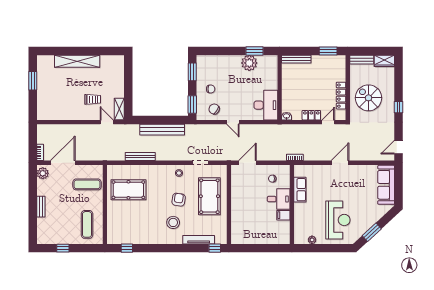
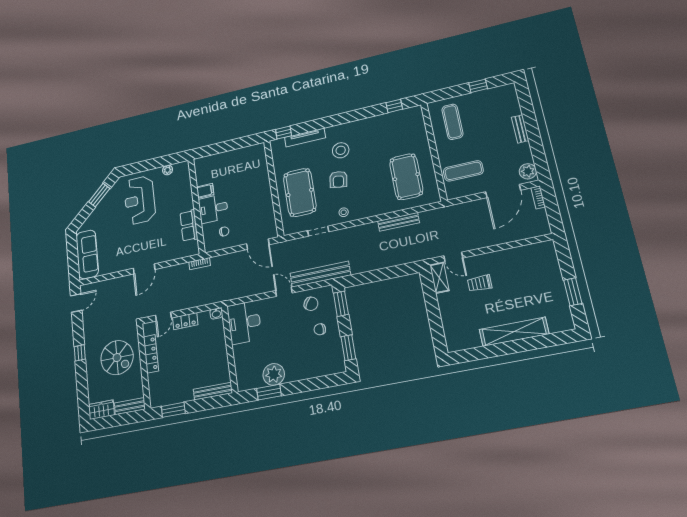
bench: (162, 130) -> (320, 274), moved
door: (247, 163) -> (258, 244), hinge flipped
pool table: (128, 190) -> (406, 177), turned 90

